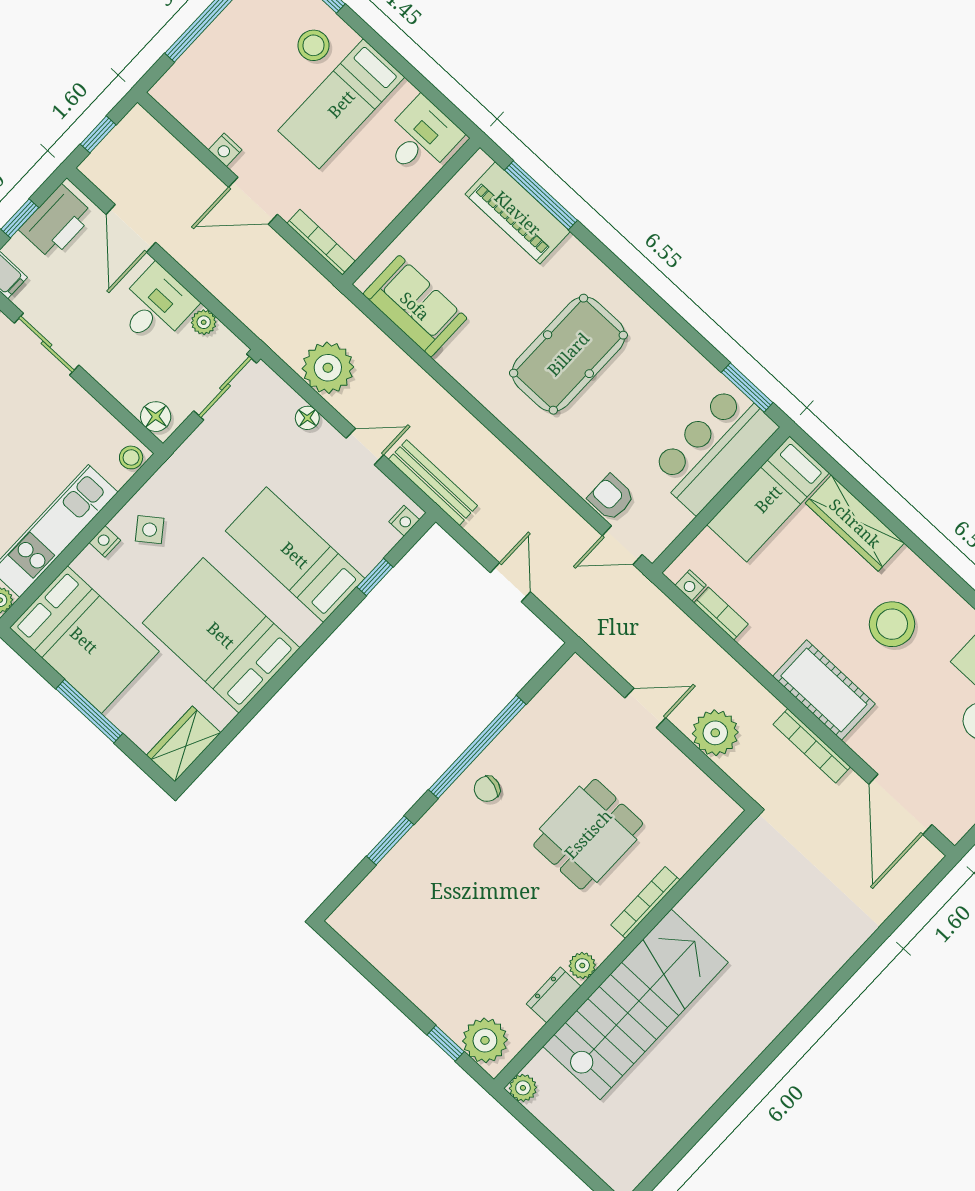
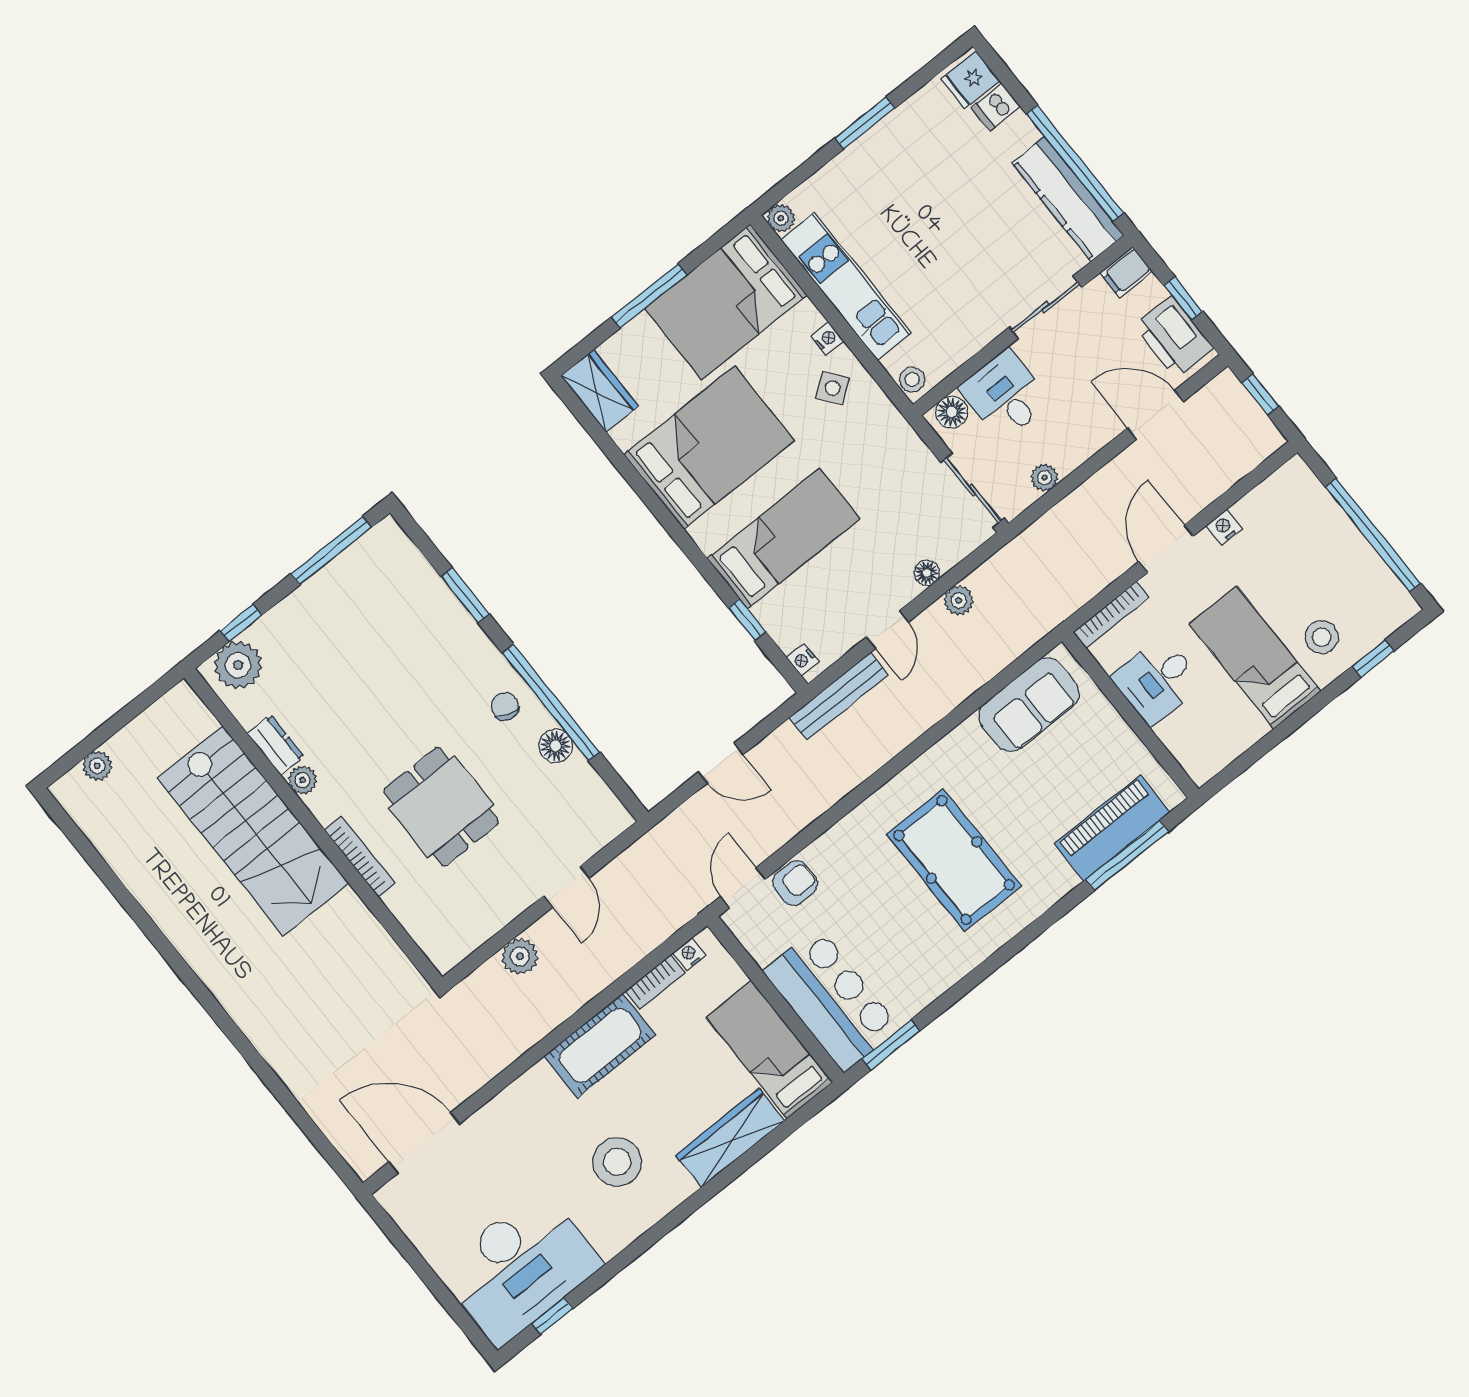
desk: (421, 138) -> (1157, 680), moved, turned 90
desk: (155, 306) -> (1005, 395), moved, turned 180
plant: (328, 368) -> (959, 600), width x0.53, depth x0.53
cot: (824, 690) -> (600, 1045), moved
plant: (715, 733) -> (520, 956), width x0.73, depth x0.73
floor lamp: (517, 737) -> (556, 746), added
bookcase: (812, 746) -> (500, 1058), removed
window: (367, 970) -> (331, 550), added
plant: (523, 1088) -> (97, 766), moved

